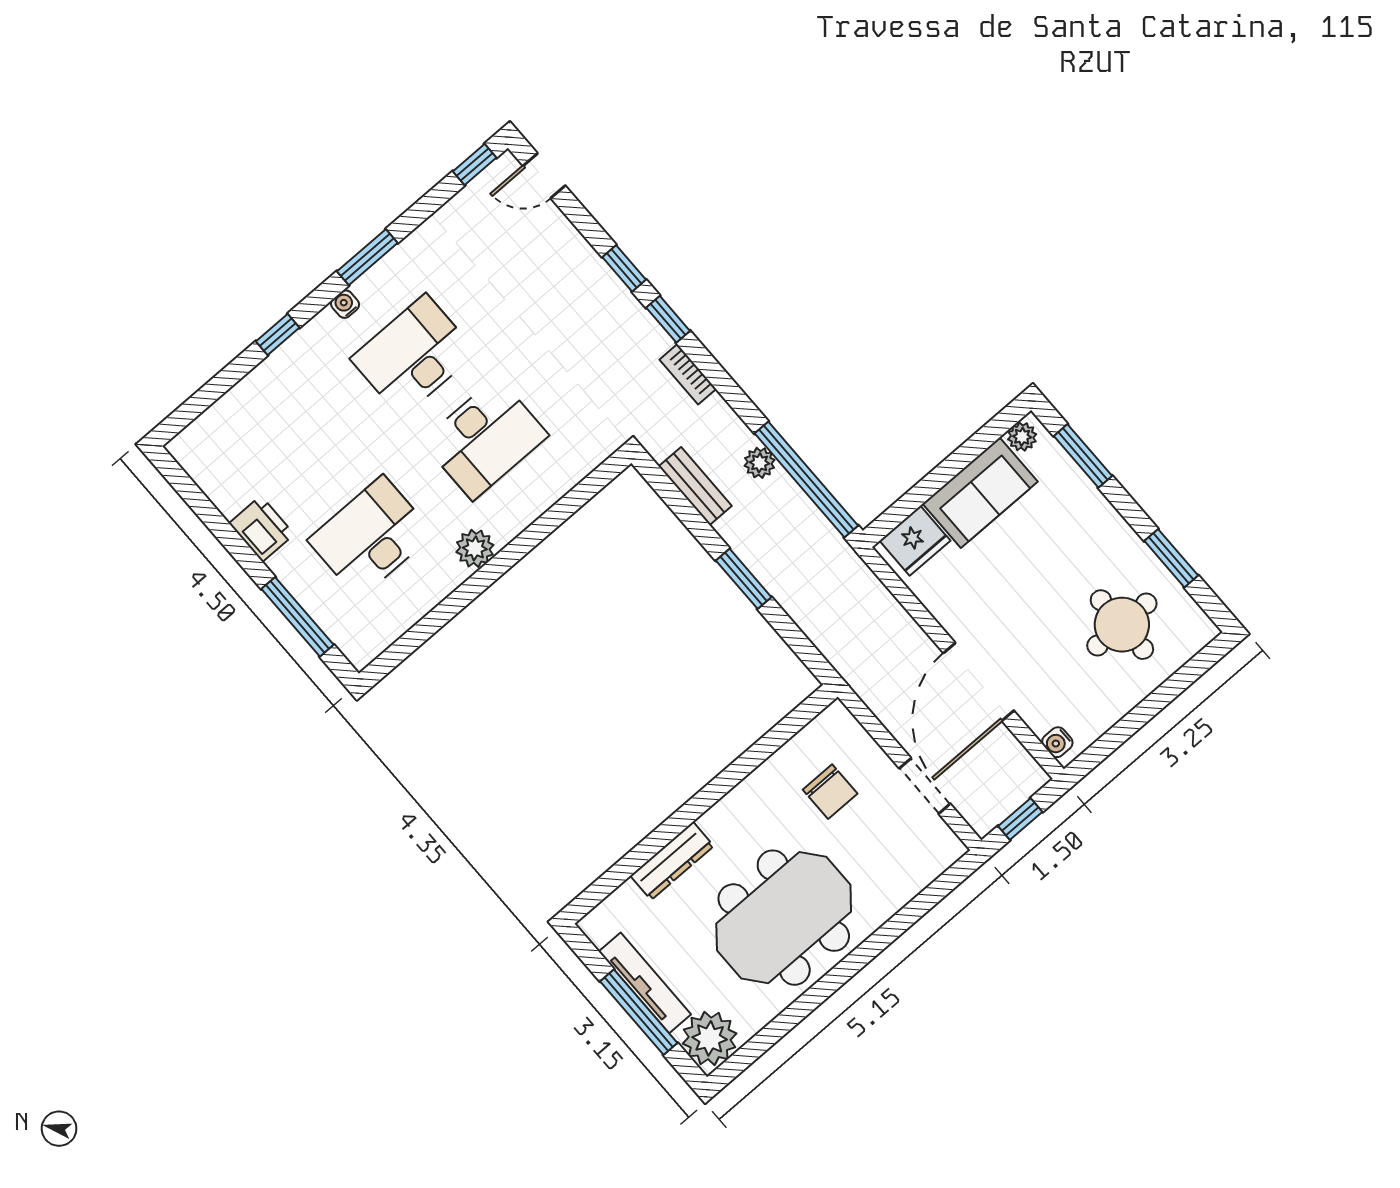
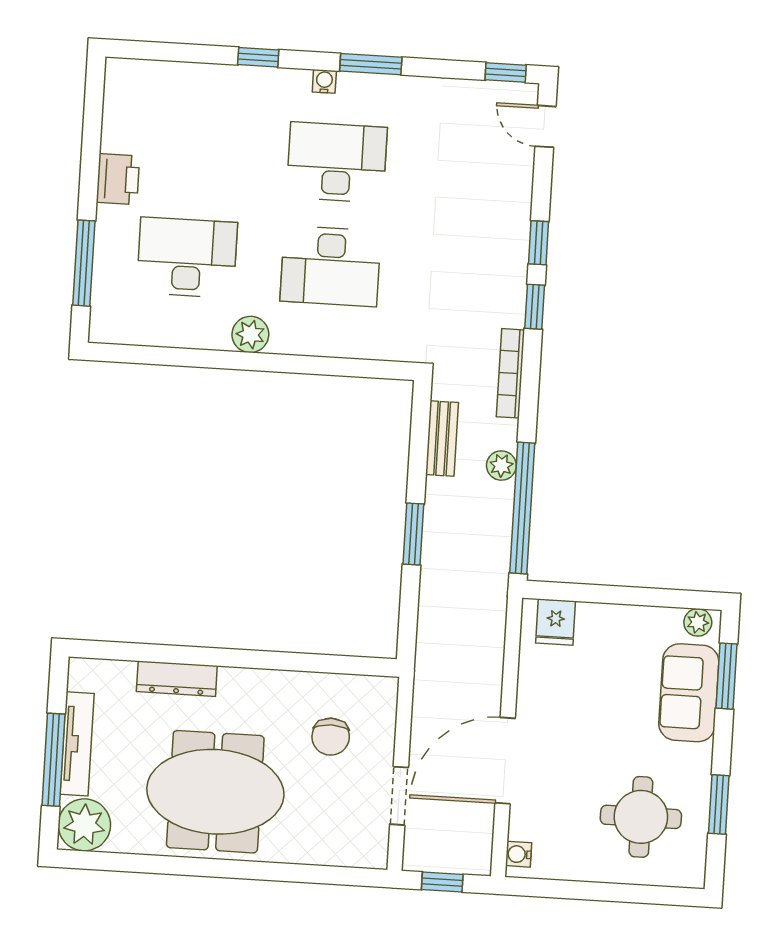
bookcase: (688, 374) -> (510, 373), width x1.56
sofa: (980, 493) -> (689, 693), moved, turned 90
fridge: (915, 541) -> (556, 622), width x0.72

